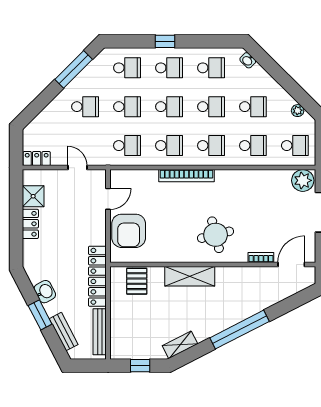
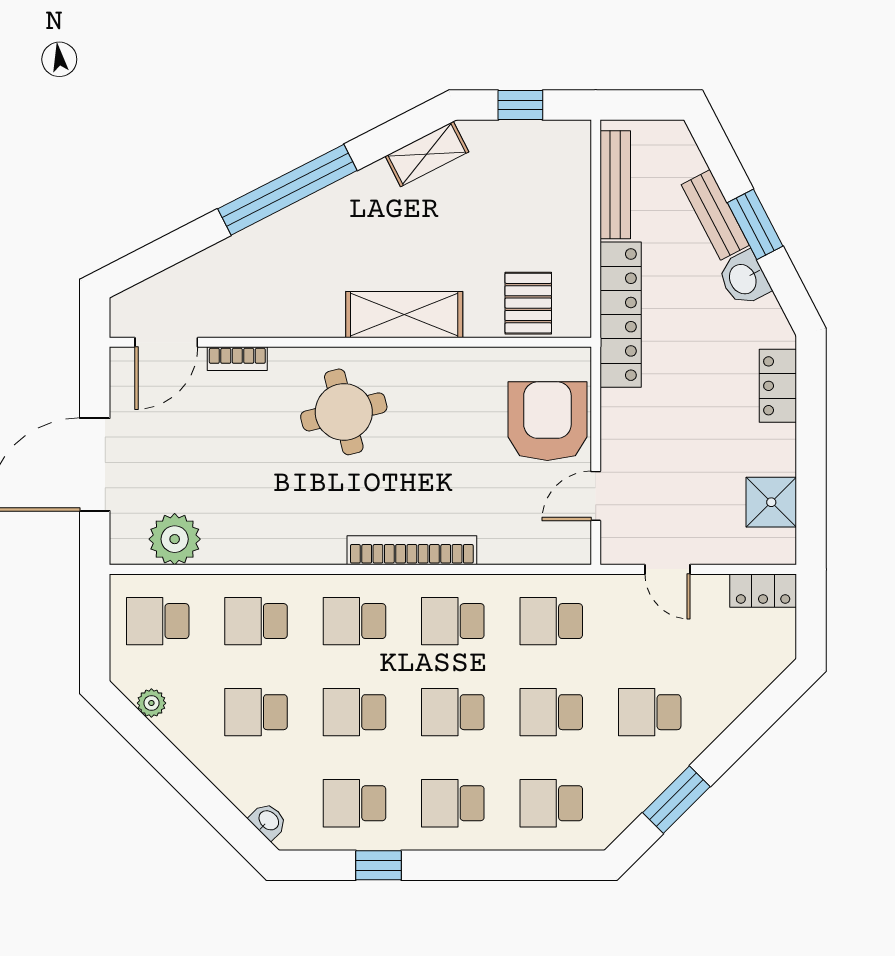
window: (165, 41) -> (379, 865), moved
window: (74, 69) -> (676, 800), width x0.69
plant: (303, 180) -> (175, 539), moved
locker: (30, 224) -> (778, 386), moved
bench: (64, 332) -> (715, 215), moved

